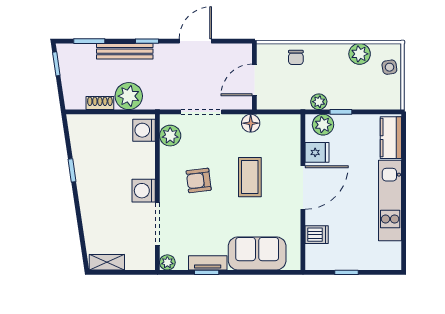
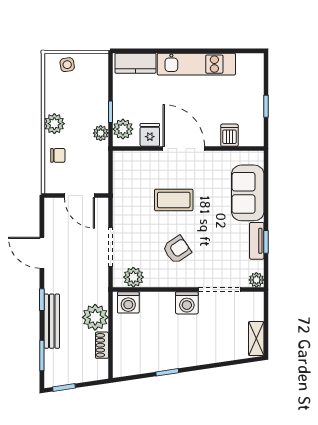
plant: (360, 54) -> (54, 124), moved
floor lamp: (251, 123) -> (122, 199), removed
armchair: (199, 180) -> (177, 250), turned -117

